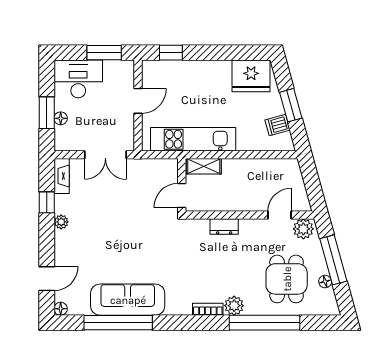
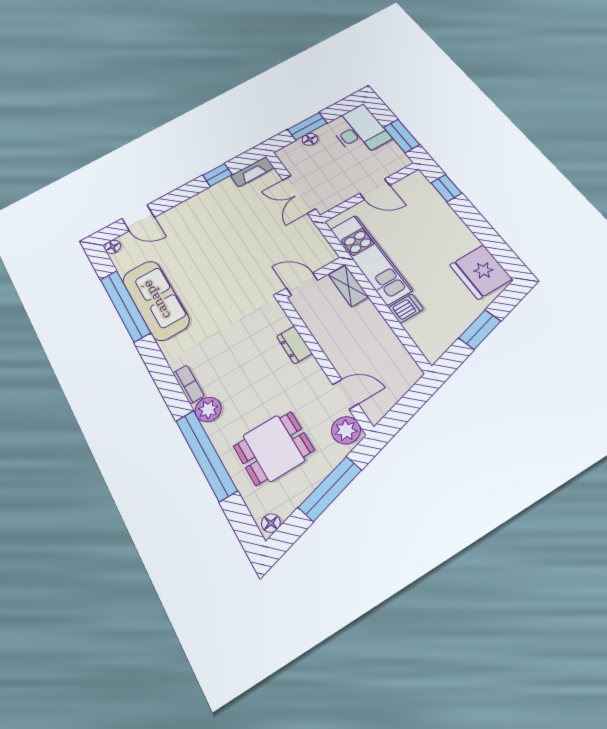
dishwasher: (277, 125) -> (406, 308), moved, turned 105
plant: (61, 222) -> (205, 197), removed
floor lamp: (325, 282) -> (271, 523), moved

